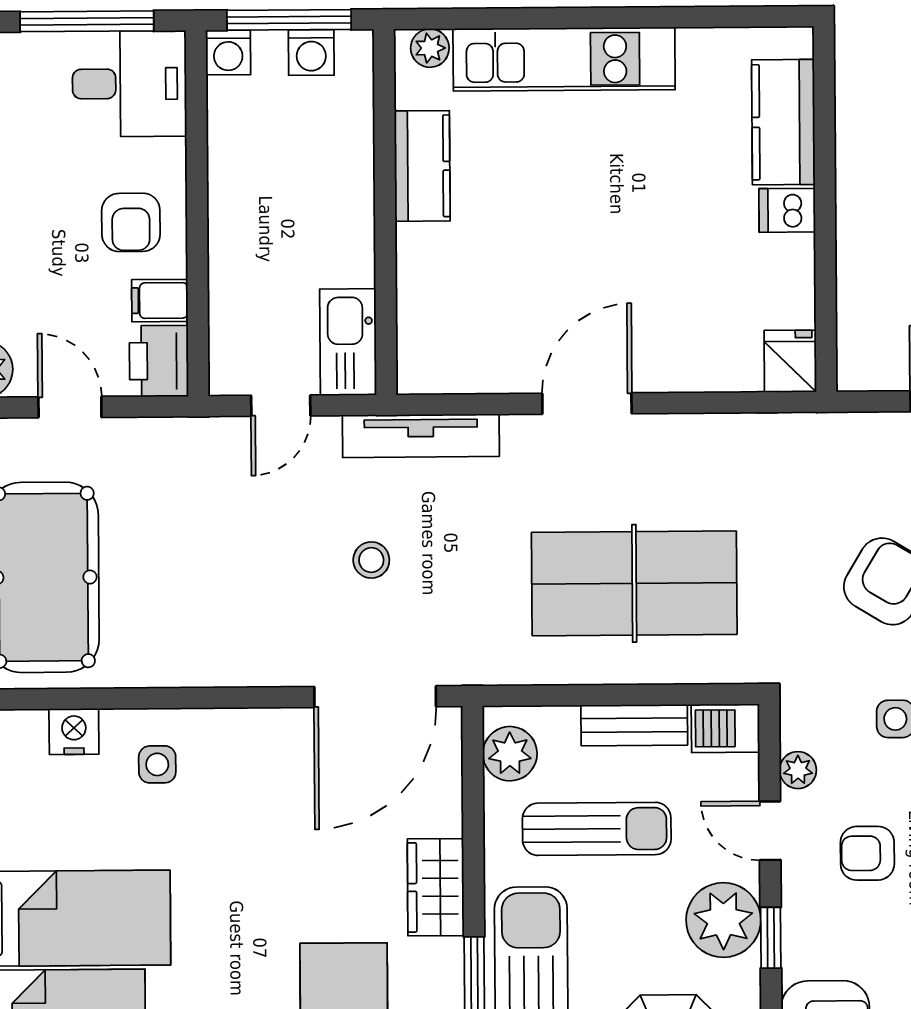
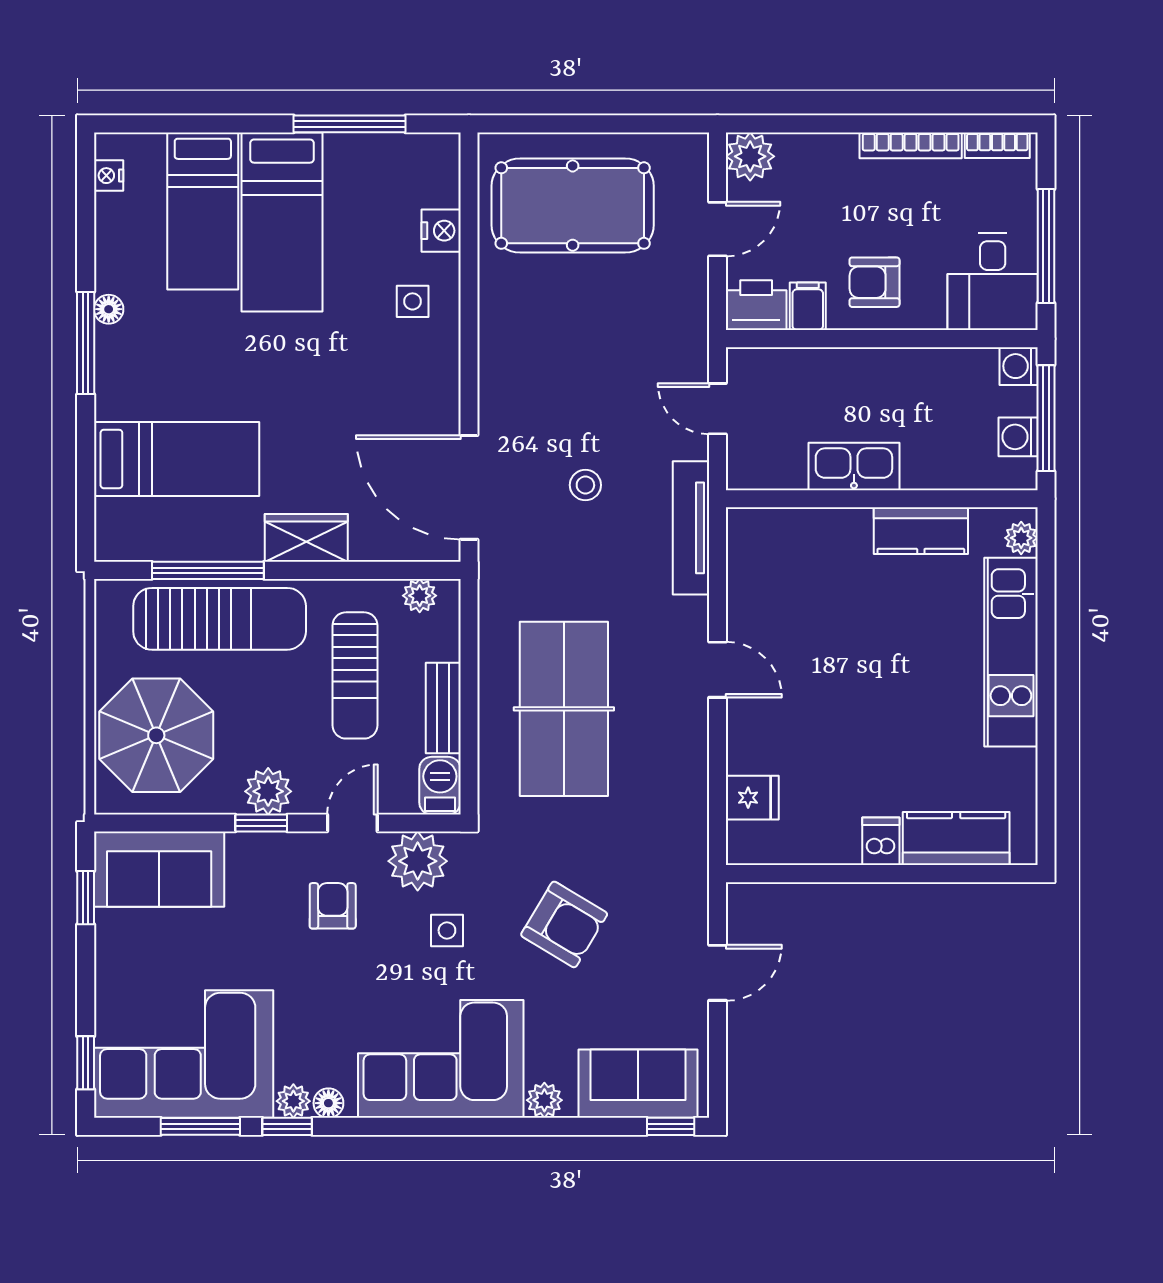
kitchen sink: (348, 342) -> (854, 466), moved
fridge: (790, 361) -> (752, 798), moved
door: (587, 403) -> (717, 670), width x0.73
plant: (510, 754) -> (420, 596), width x0.73, depth x0.73
plant: (798, 770) -> (418, 861), width x1.88, depth x1.88
plant: (723, 920) -> (268, 791), width x0.73, depth x0.73

